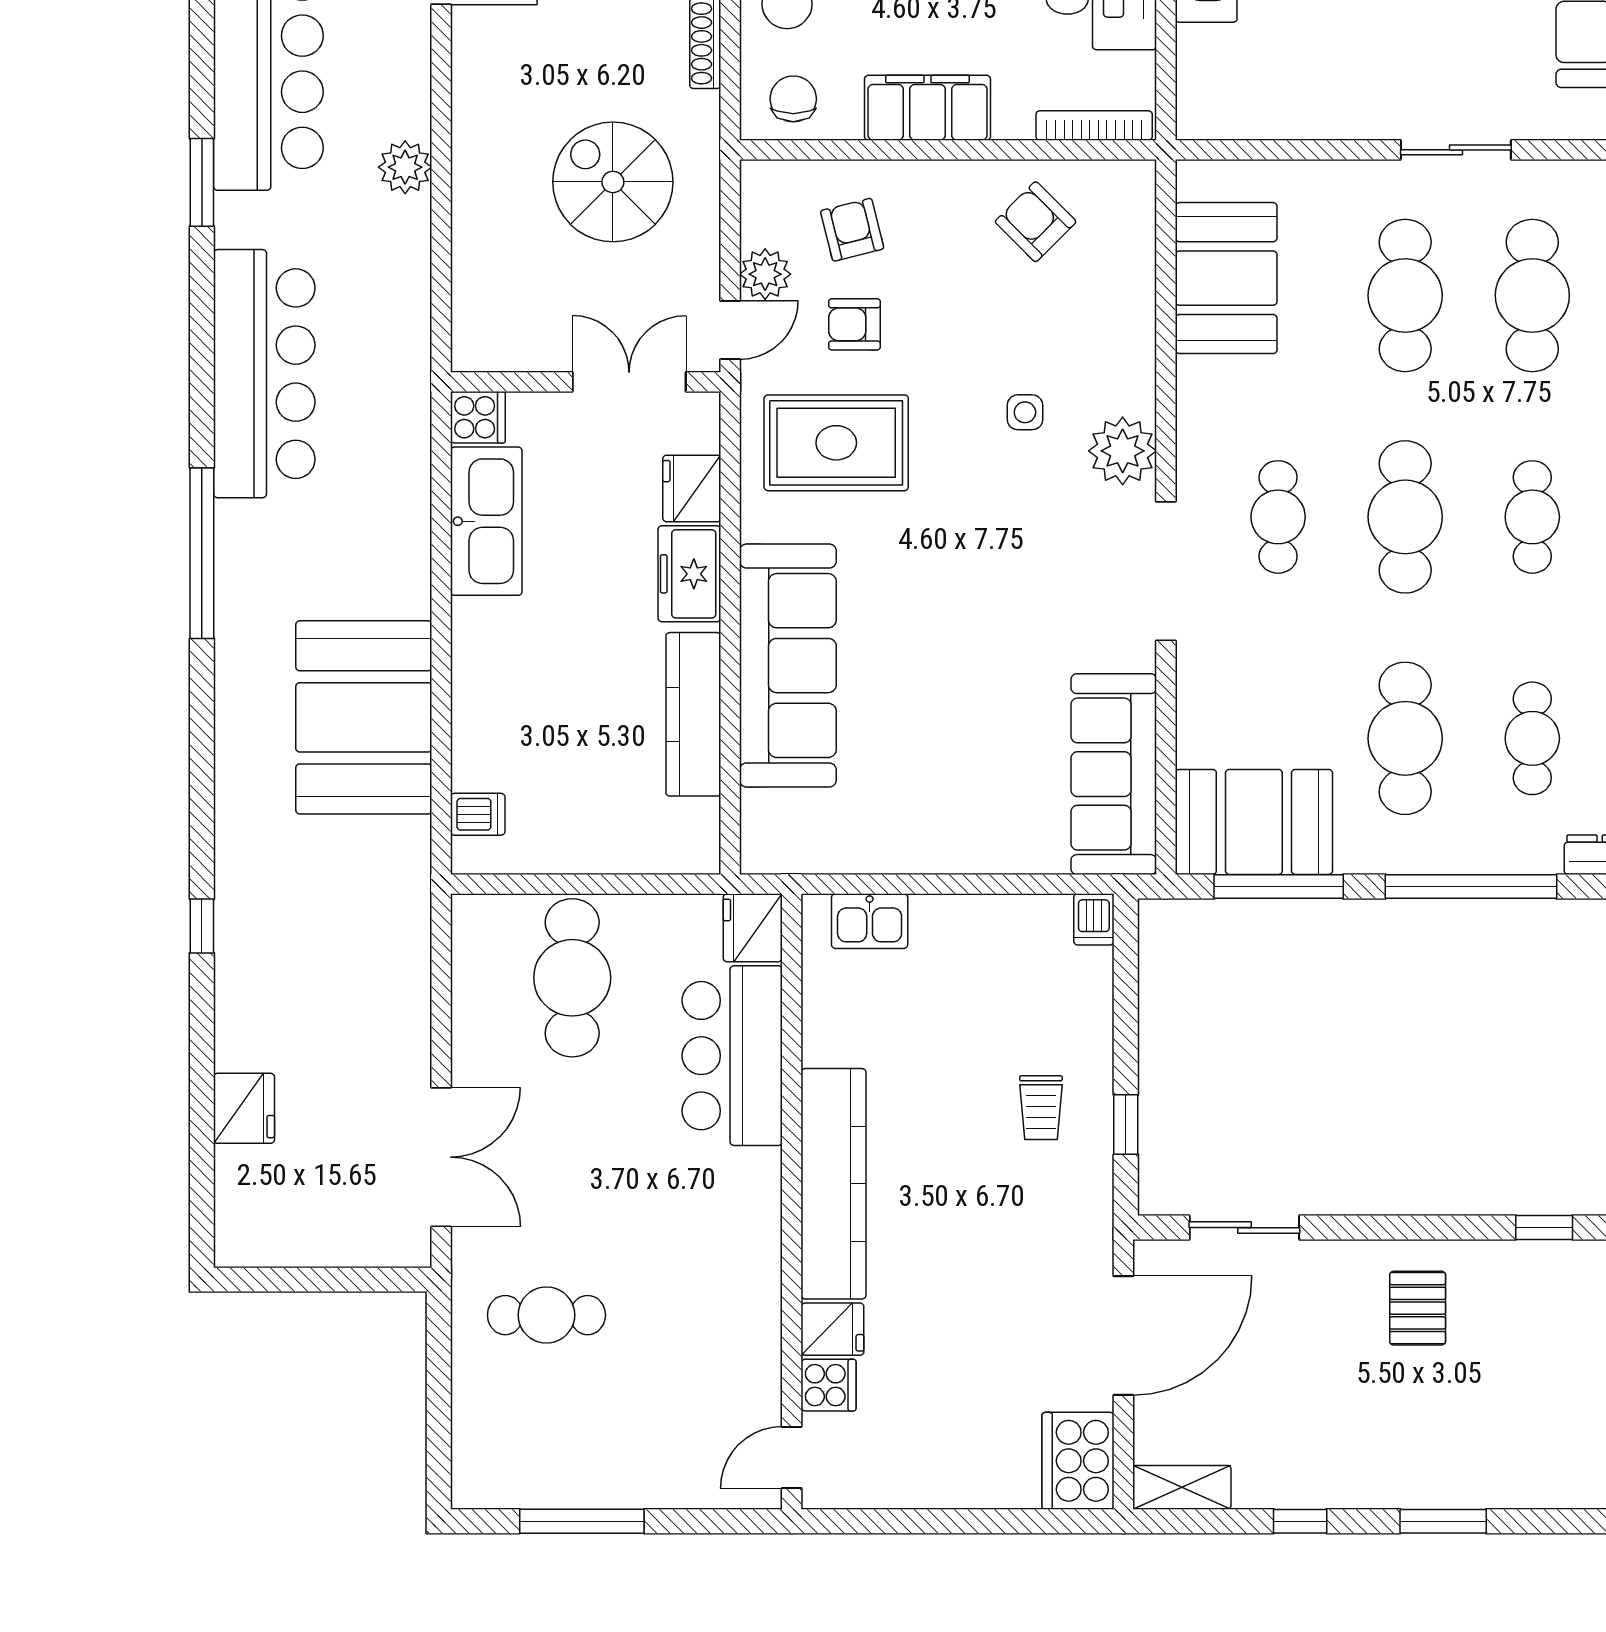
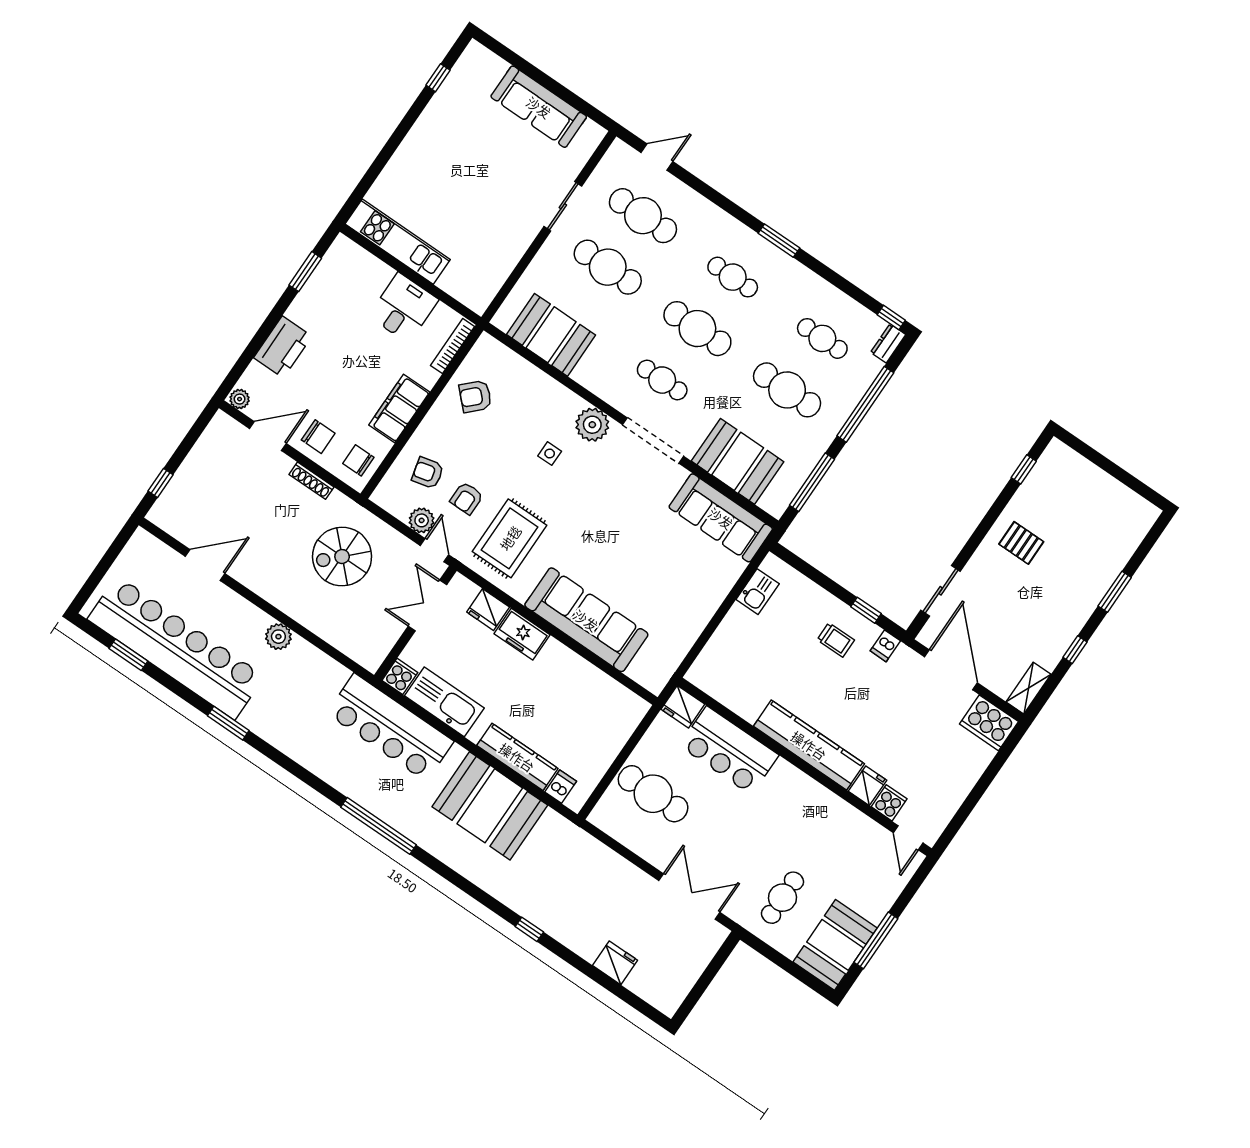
bar counter: (264, 374) -> (390, 727), moved, turned 180
kitchen counter: (693, 714) -> (517, 757), moved, turned 180
booth: (1254, 822) -> (738, 461), moved, turned 90
dishwasher: (1094, 919) -> (885, 646), moved, turned 90
kitchen sink: (870, 921) -> (758, 592), moved
booth: (527, 1458) -> (835, 945), added

